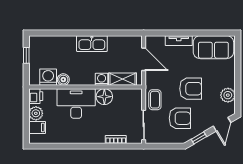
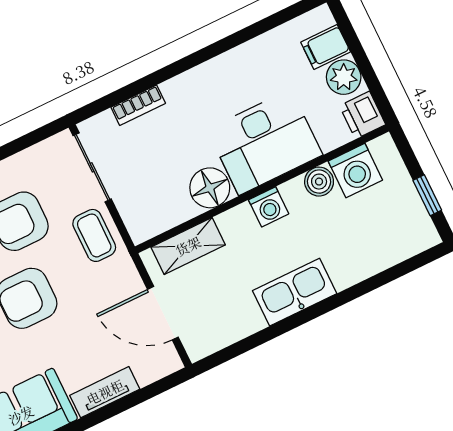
washing machine: (102, 79) -> (269, 207), moved

